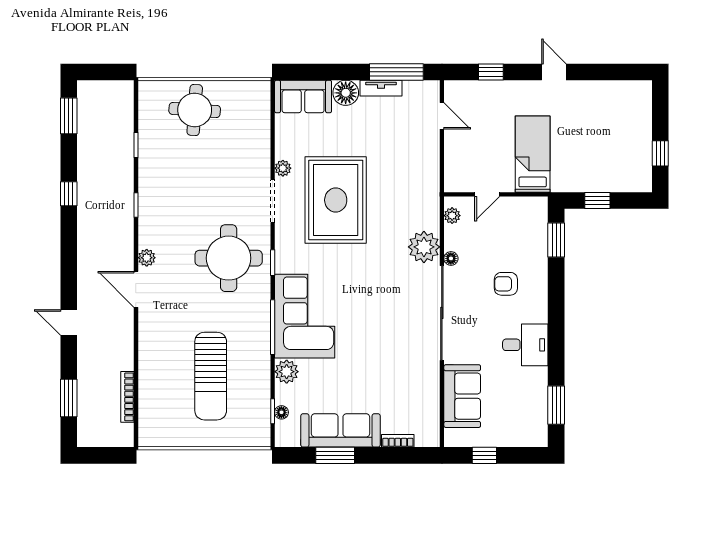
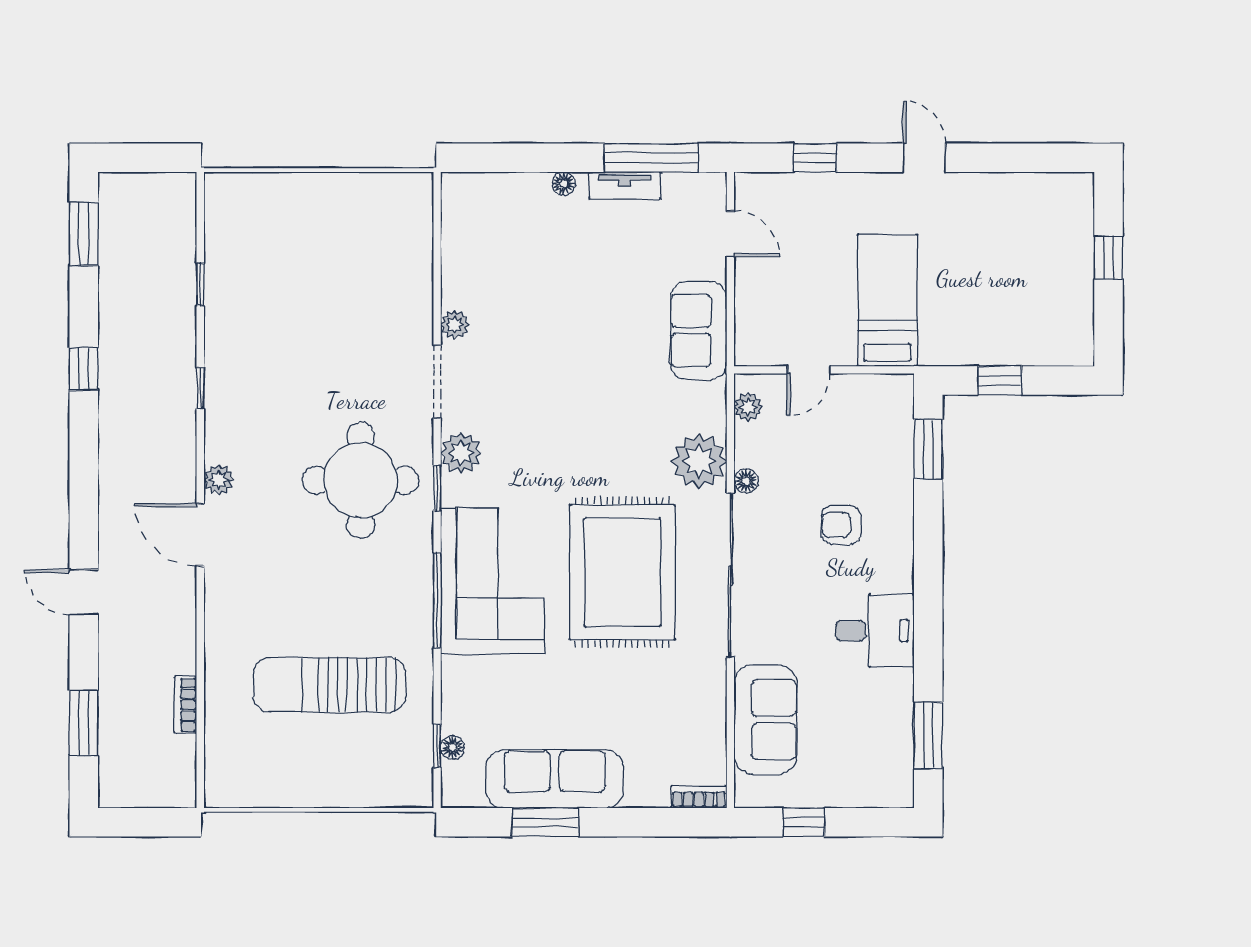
floor lamp: (346, 93) -> (564, 184), width x0.53, depth x0.53
sofa: (303, 96) -> (698, 331), moved, turned 90
round table: (195, 110) -> (302, 224), removed
window: (660, 153) -> (1108, 258), moved
rug: (336, 200) -> (622, 572), moved
plant: (287, 372) -> (461, 453), moved
sun lounger: (211, 376) -> (330, 685), turned 90
bookcase: (127, 397) -> (185, 705), width x0.64
bookcase: (398, 441) -> (699, 797), moved

